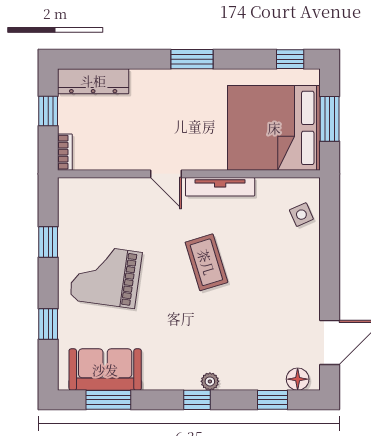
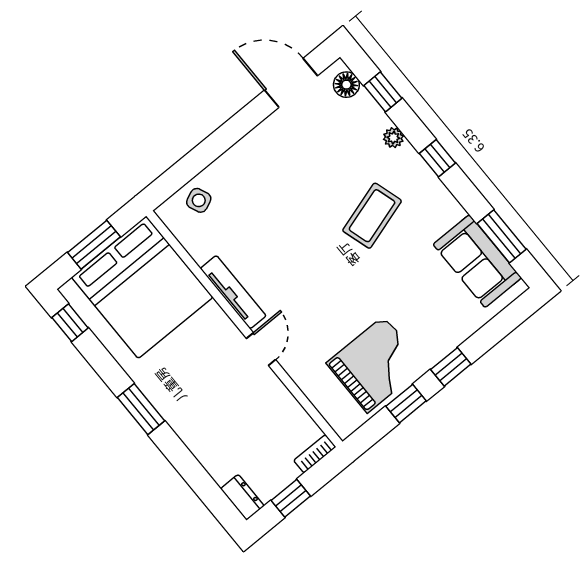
dresser: (93, 81) -> (242, 497), width x0.51, depth x0.80
coffee table: (206, 262) -> (372, 216), moved
grand piano: (106, 276) -> (376, 364), moved, turned -98
window: (48, 324) -> (451, 367), moved
plant: (210, 381) -> (393, 138), moved

